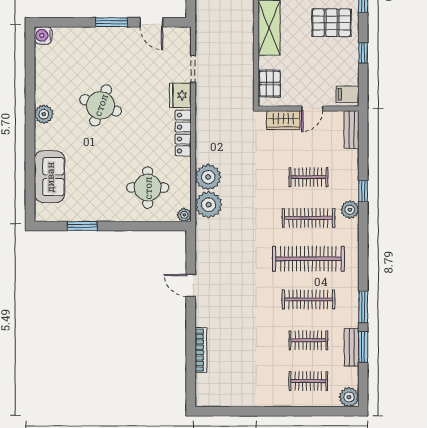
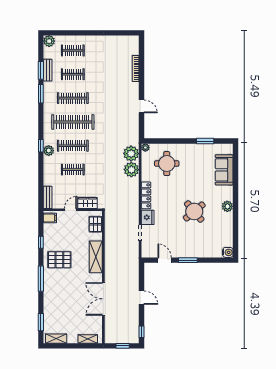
round table: (101, 105) -> (194, 212), turned 30
window: (363, 191) -> (41, 146), moved

